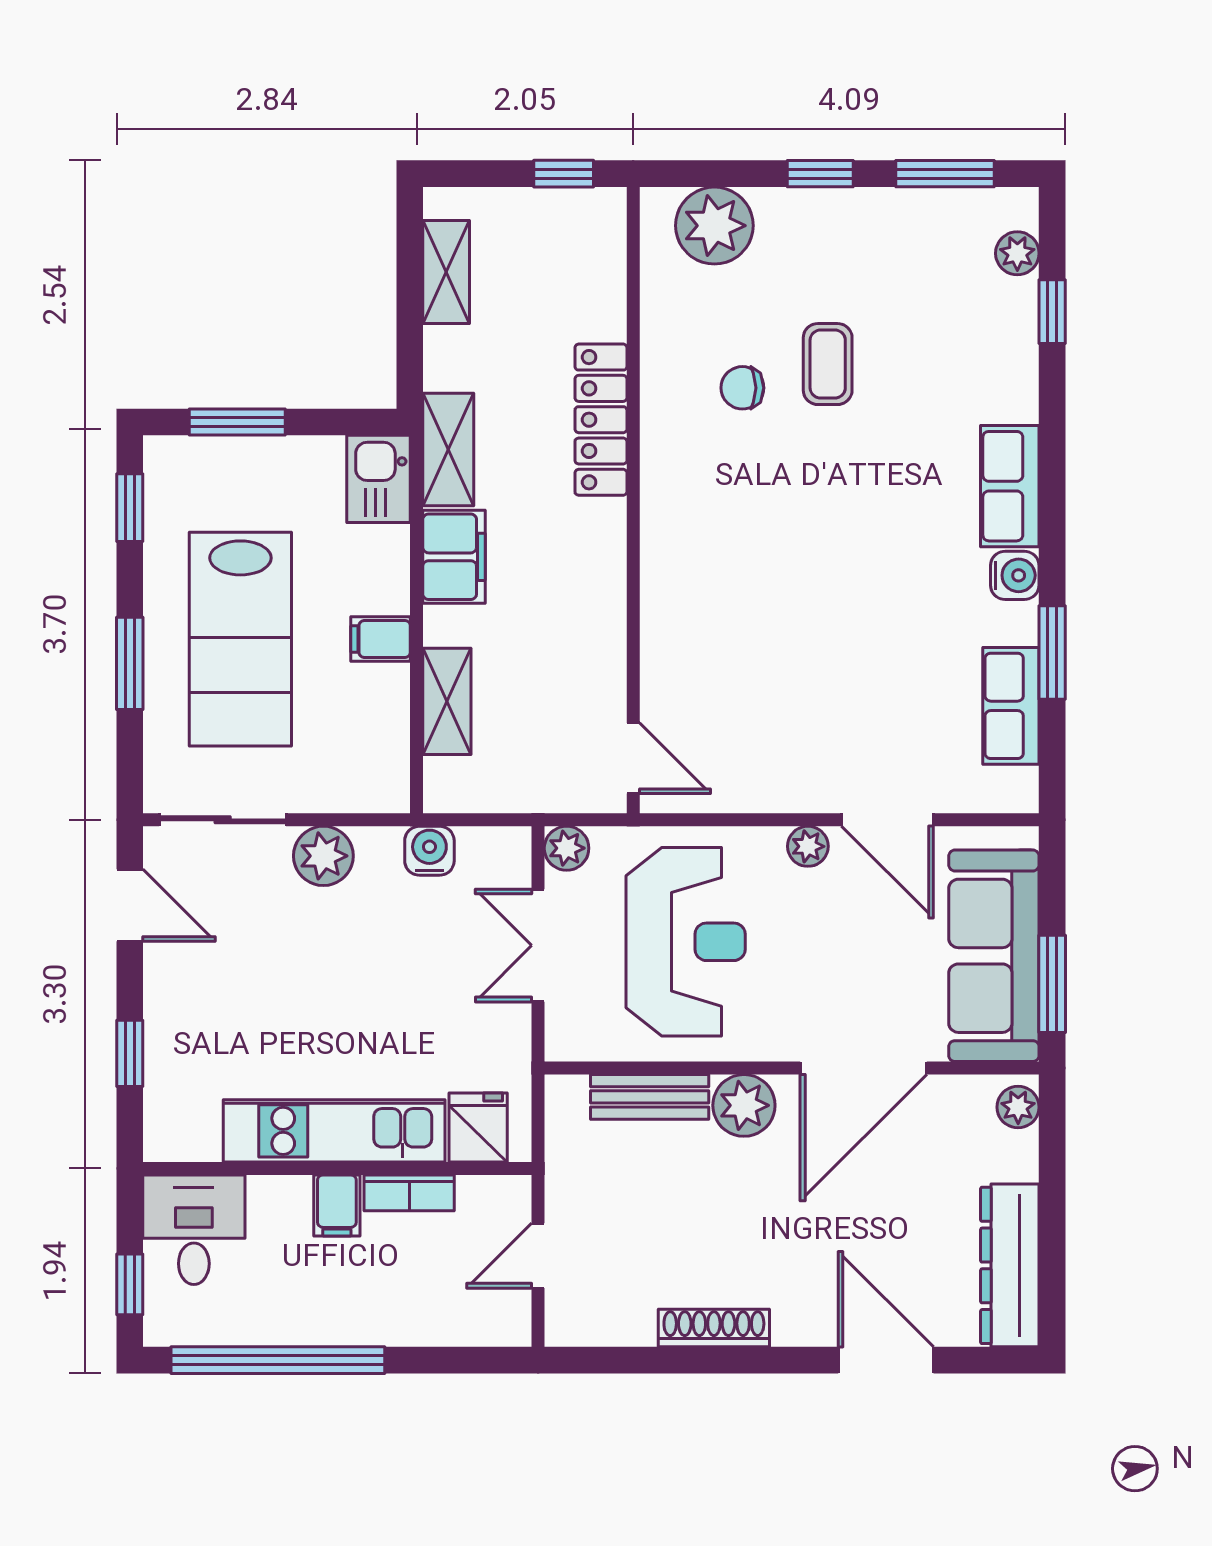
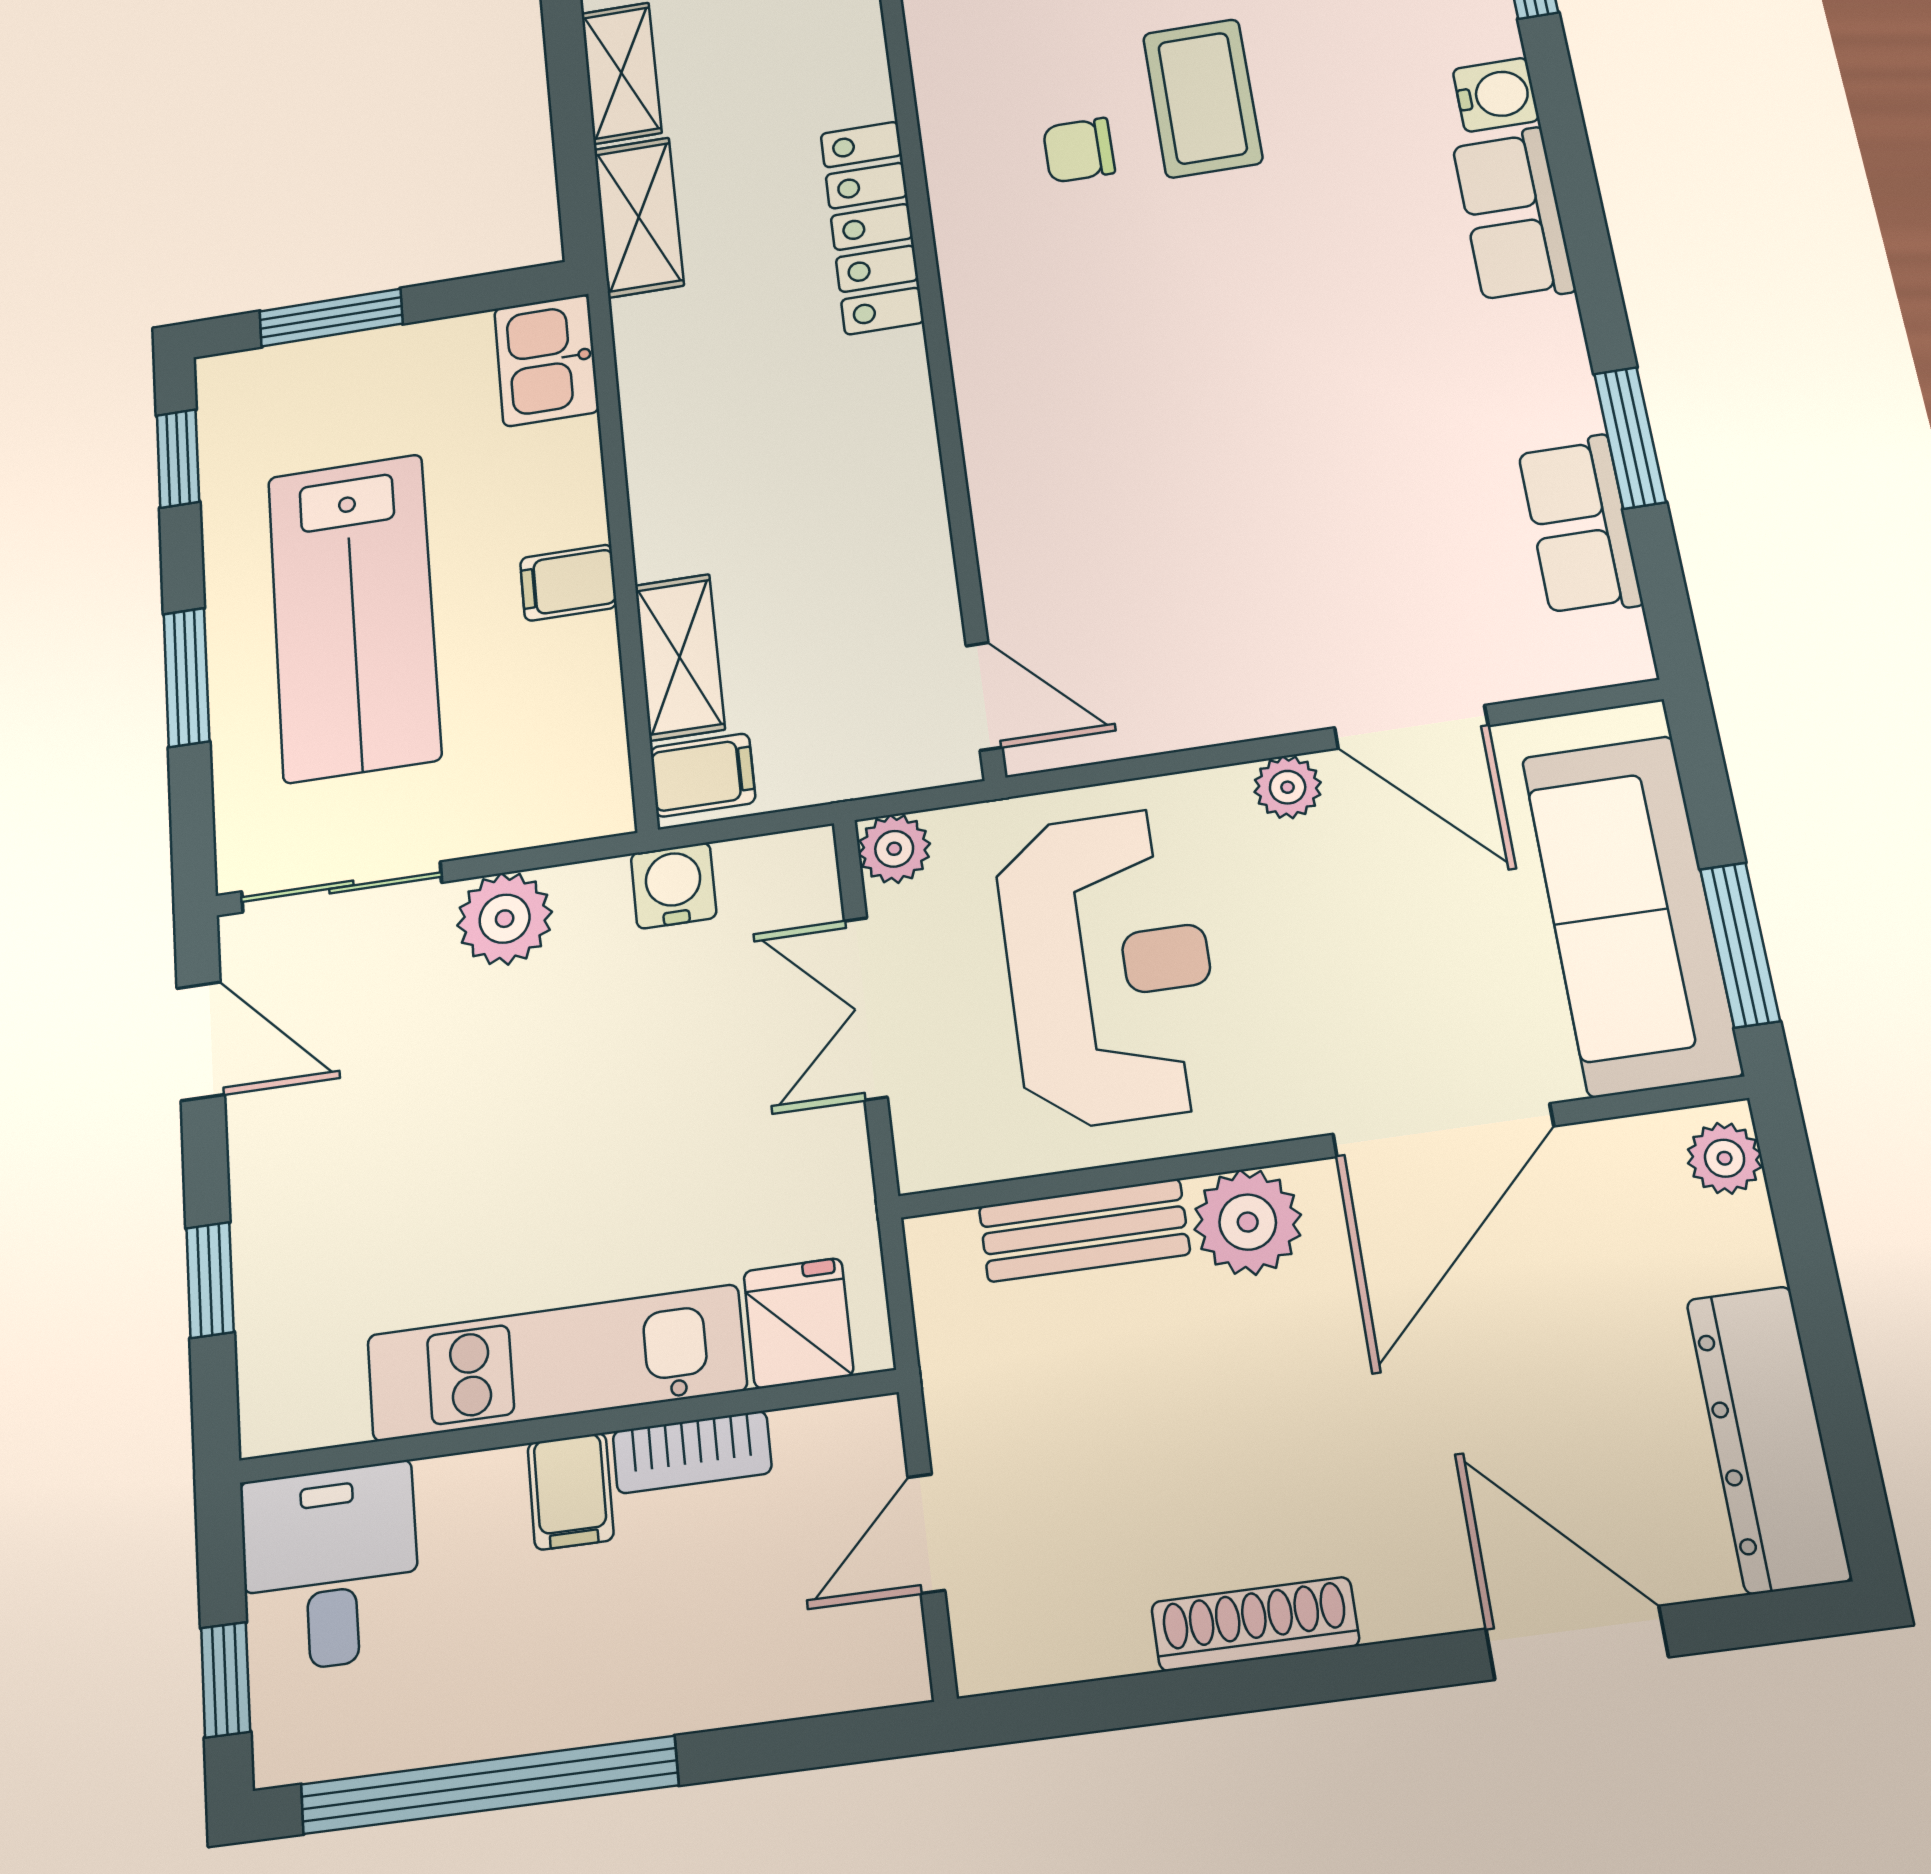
coffee table: (828, 364) -> (1203, 98), width x1.36, depth x1.30
shelving: (448, 449) -> (639, 217), moved
filing cabinet: (454, 557) -> (703, 775), moved, width x0.50
water cooler: (1015, 575) -> (1496, 95), moved

